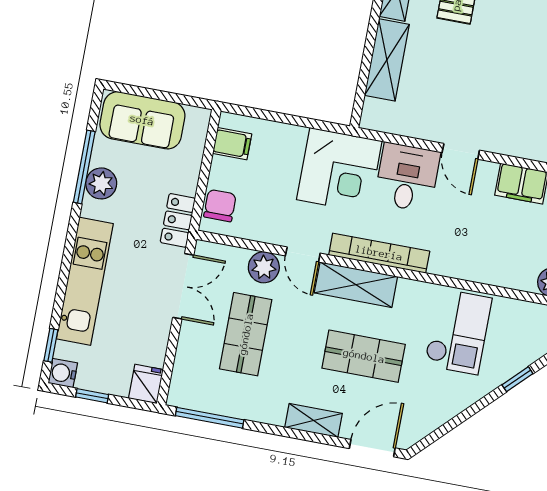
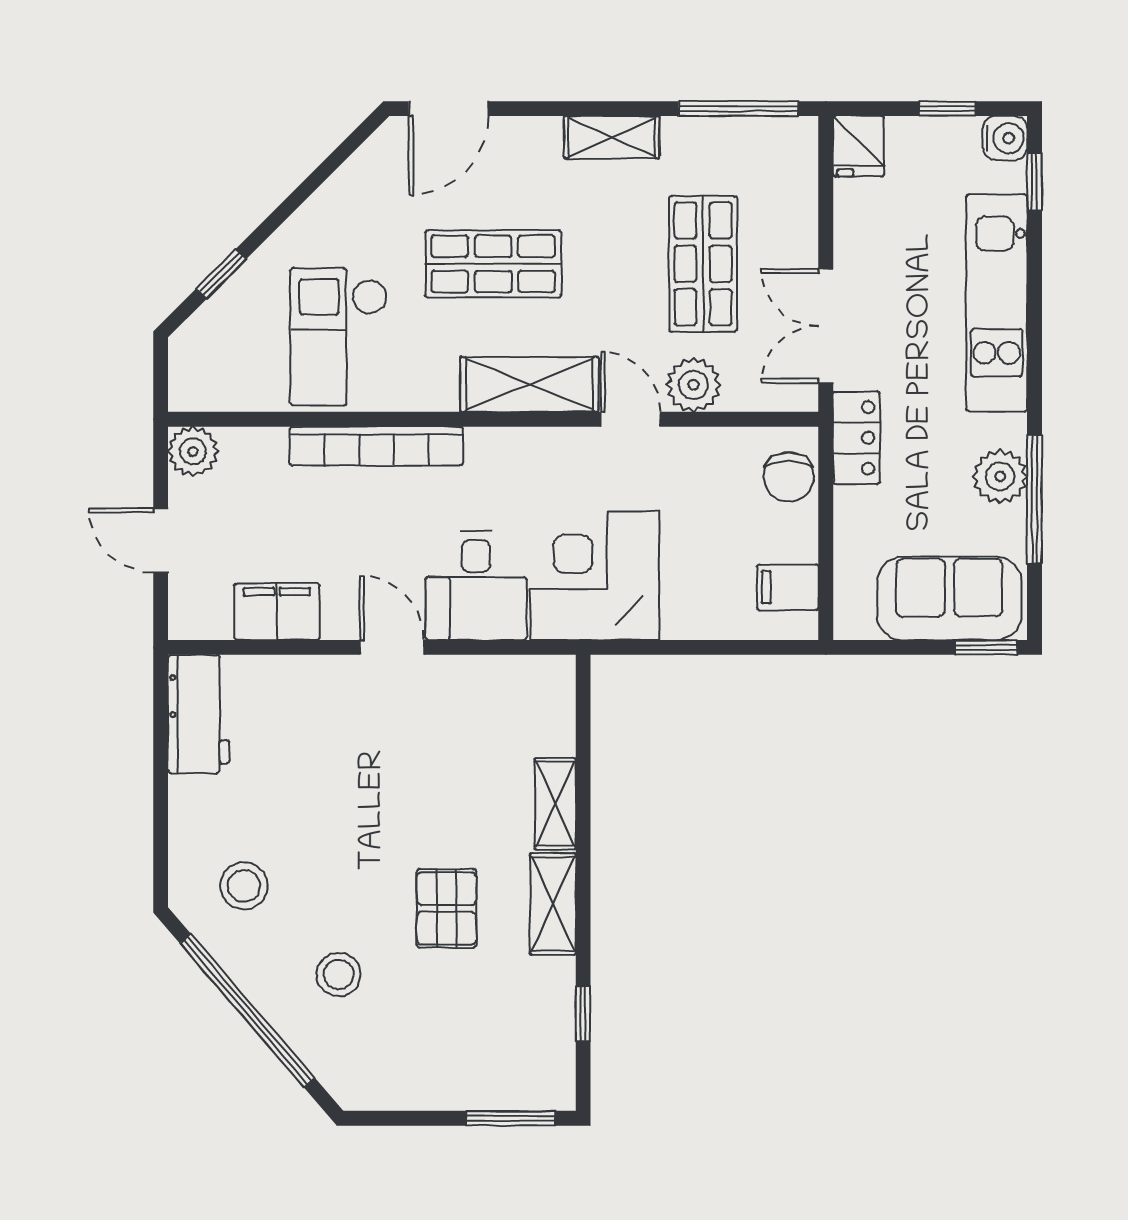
shelving: (387, 60) -> (555, 804), width x0.67, depth x0.75
window: (127, 89) -> (986, 647), added
bookcase: (379, 253) -> (376, 446), moved
shelving: (313, 420) -> (612, 137), moved

